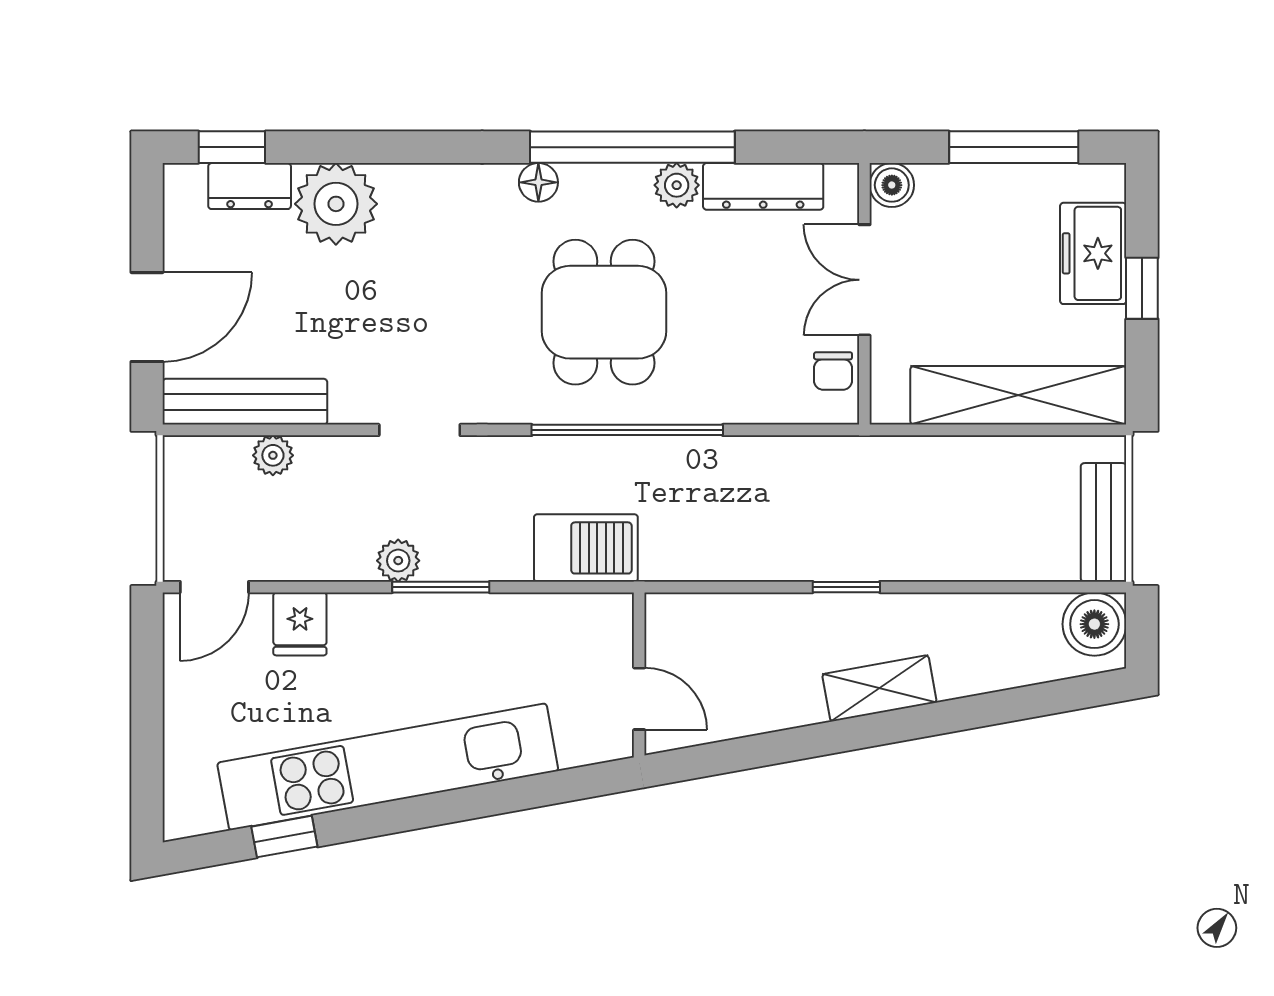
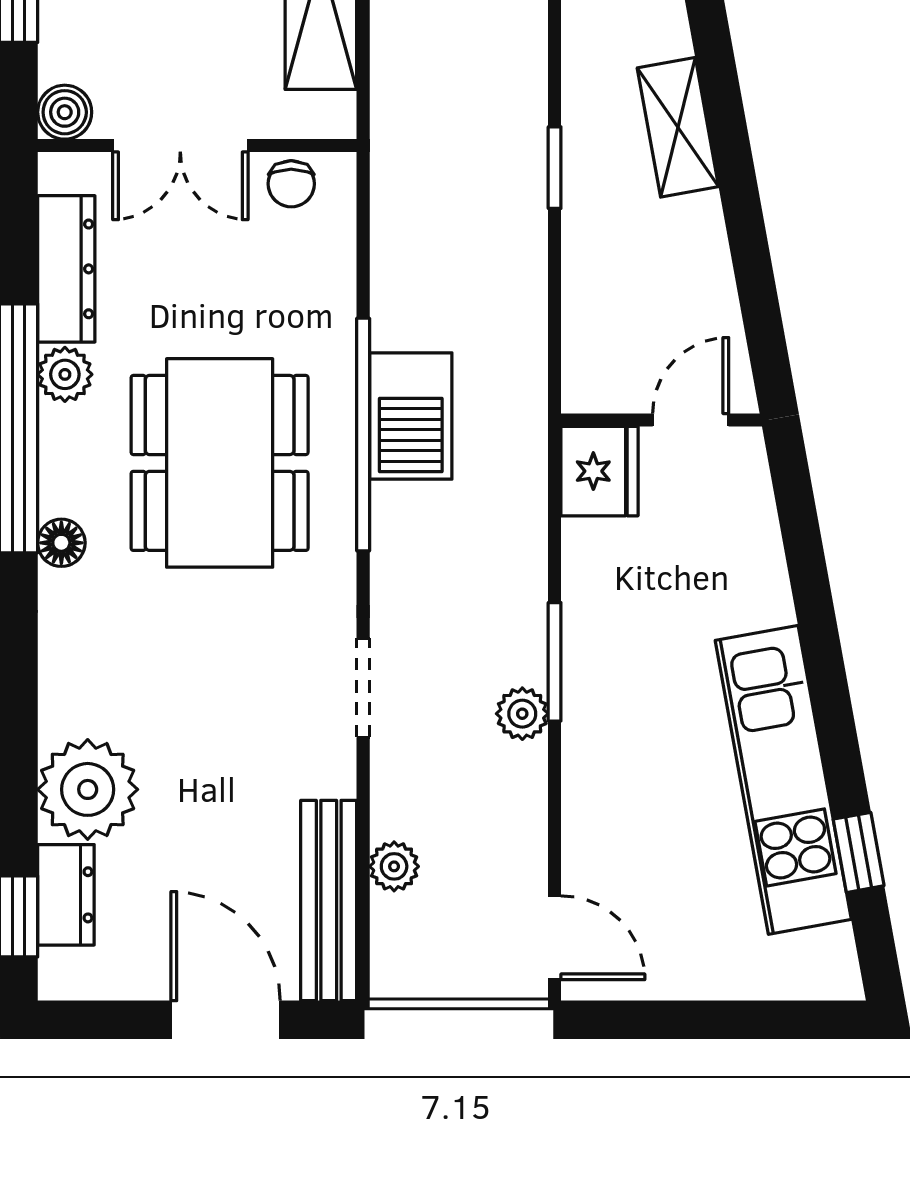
dining table: (604, 312) -> (220, 463), width x1.37
chair: (833, 371) -> (291, 184), turned 90
barbecue: (586, 548) -> (411, 416), moved, turned 180
fridge: (300, 624) -> (599, 471), moved, width x1.38
kitchen unit: (388, 767) -> (783, 780), width x0.73

